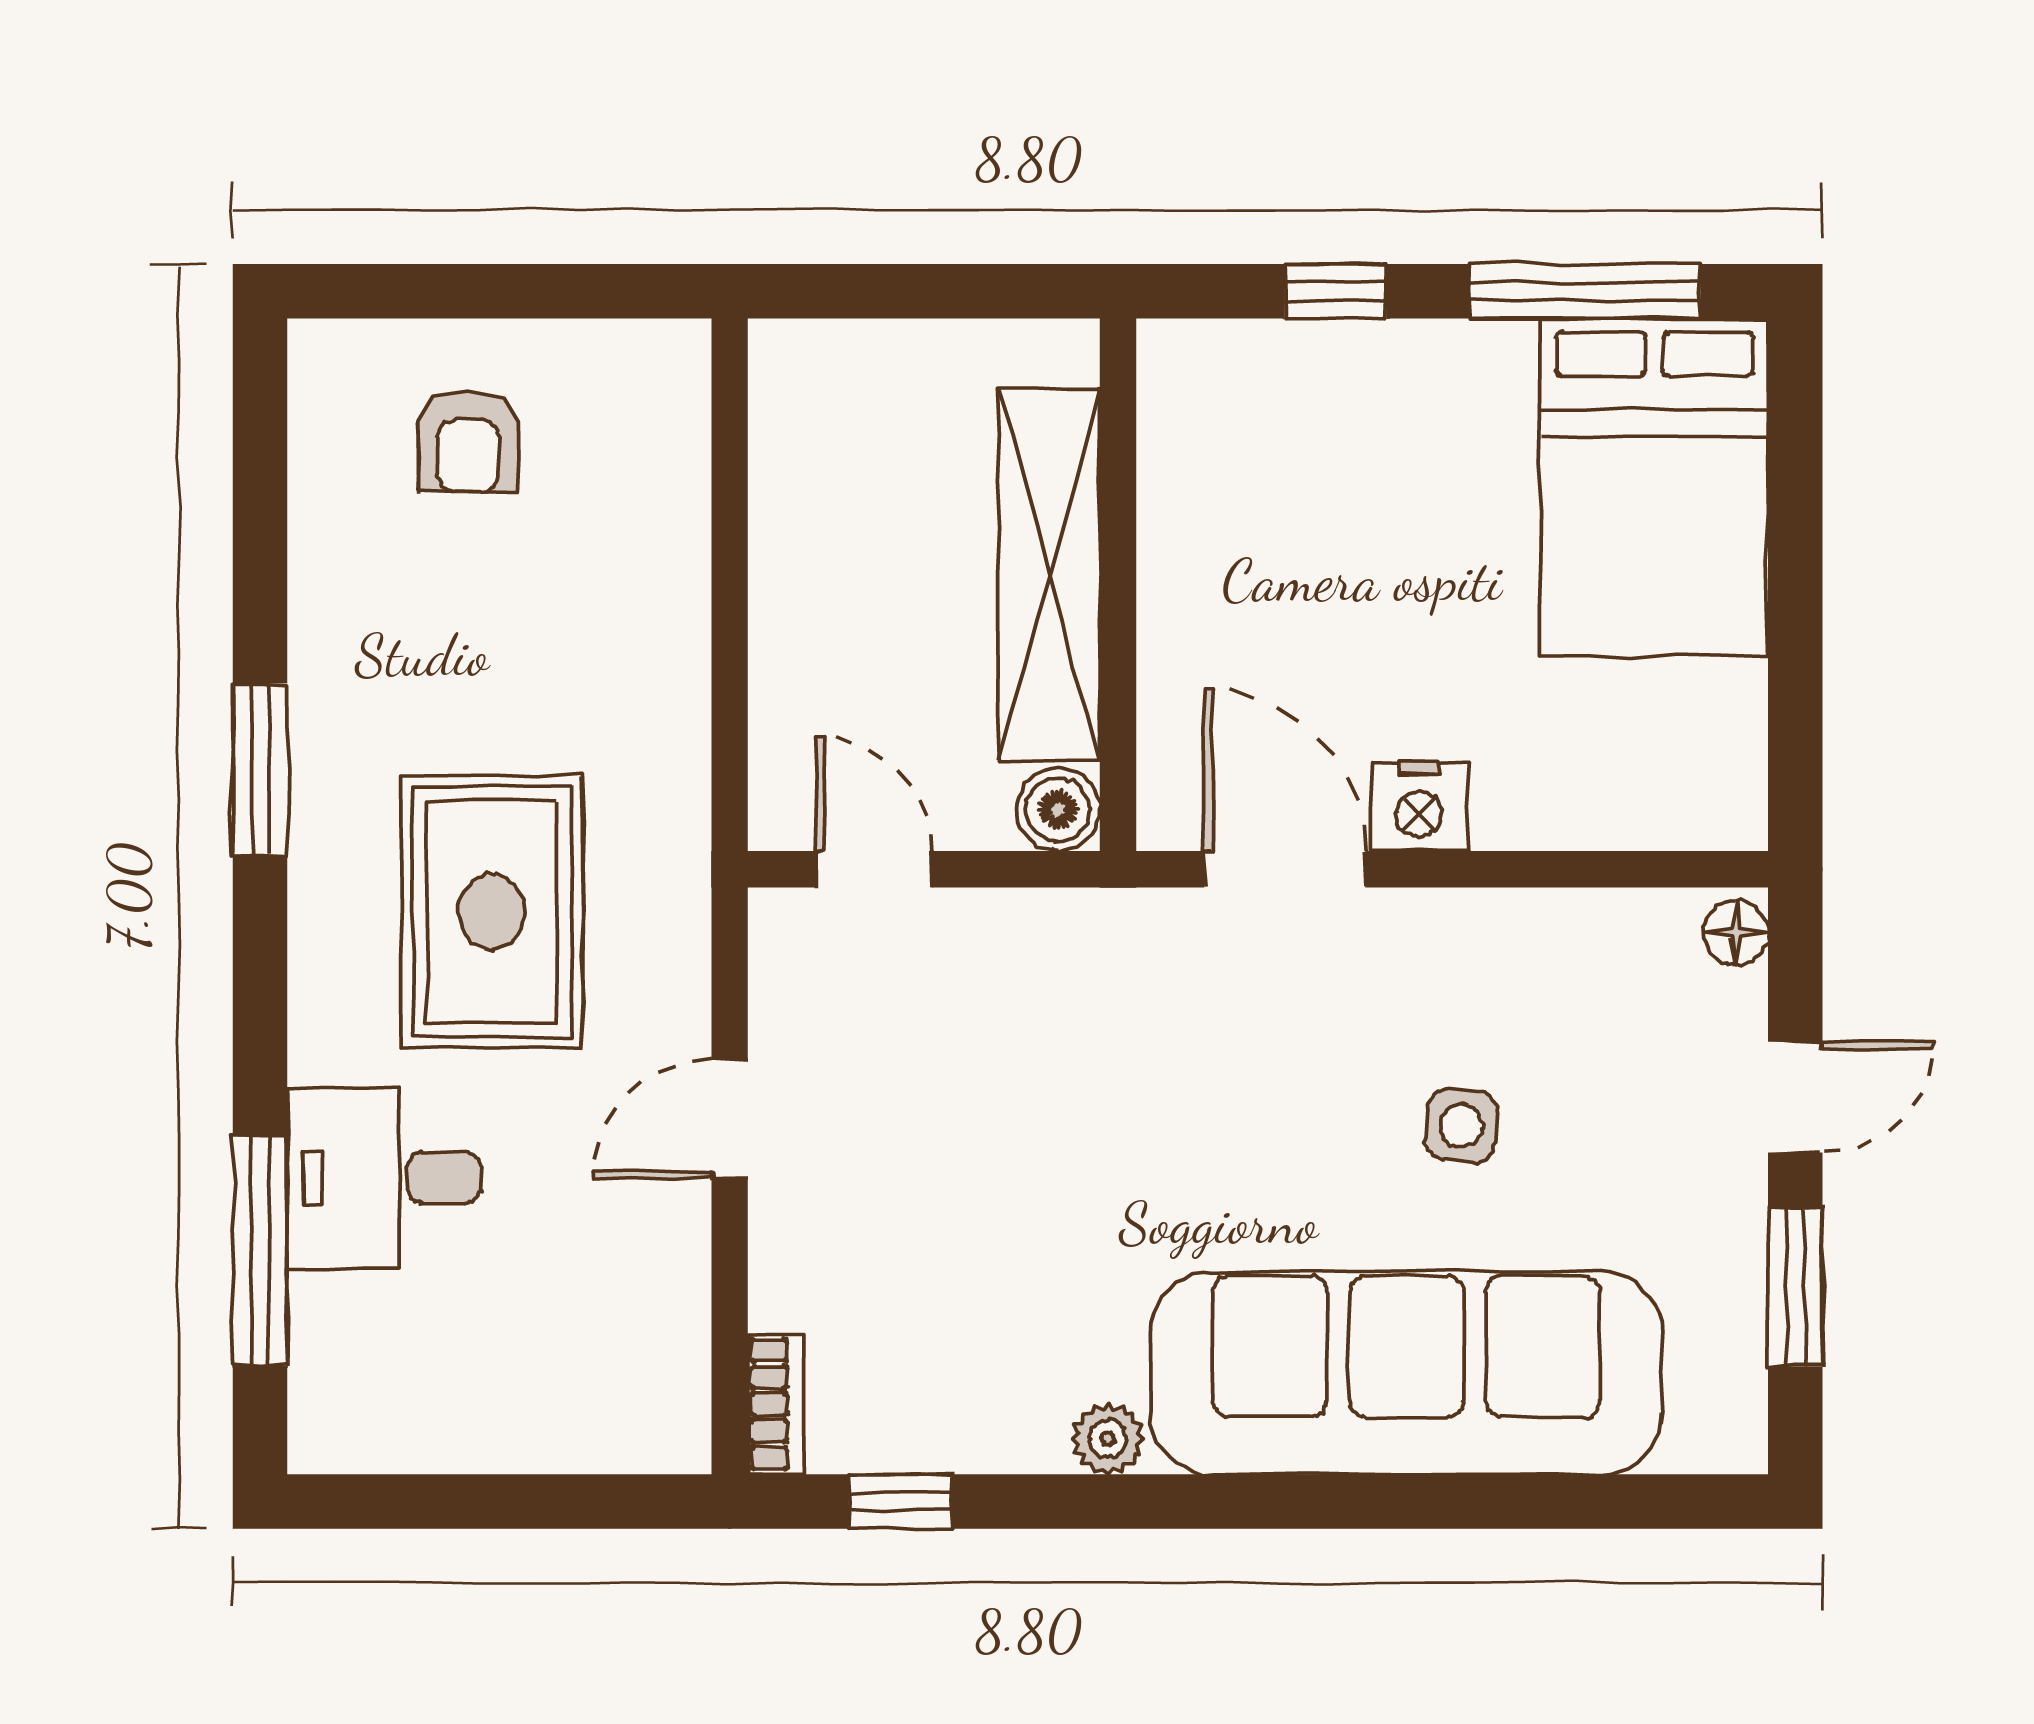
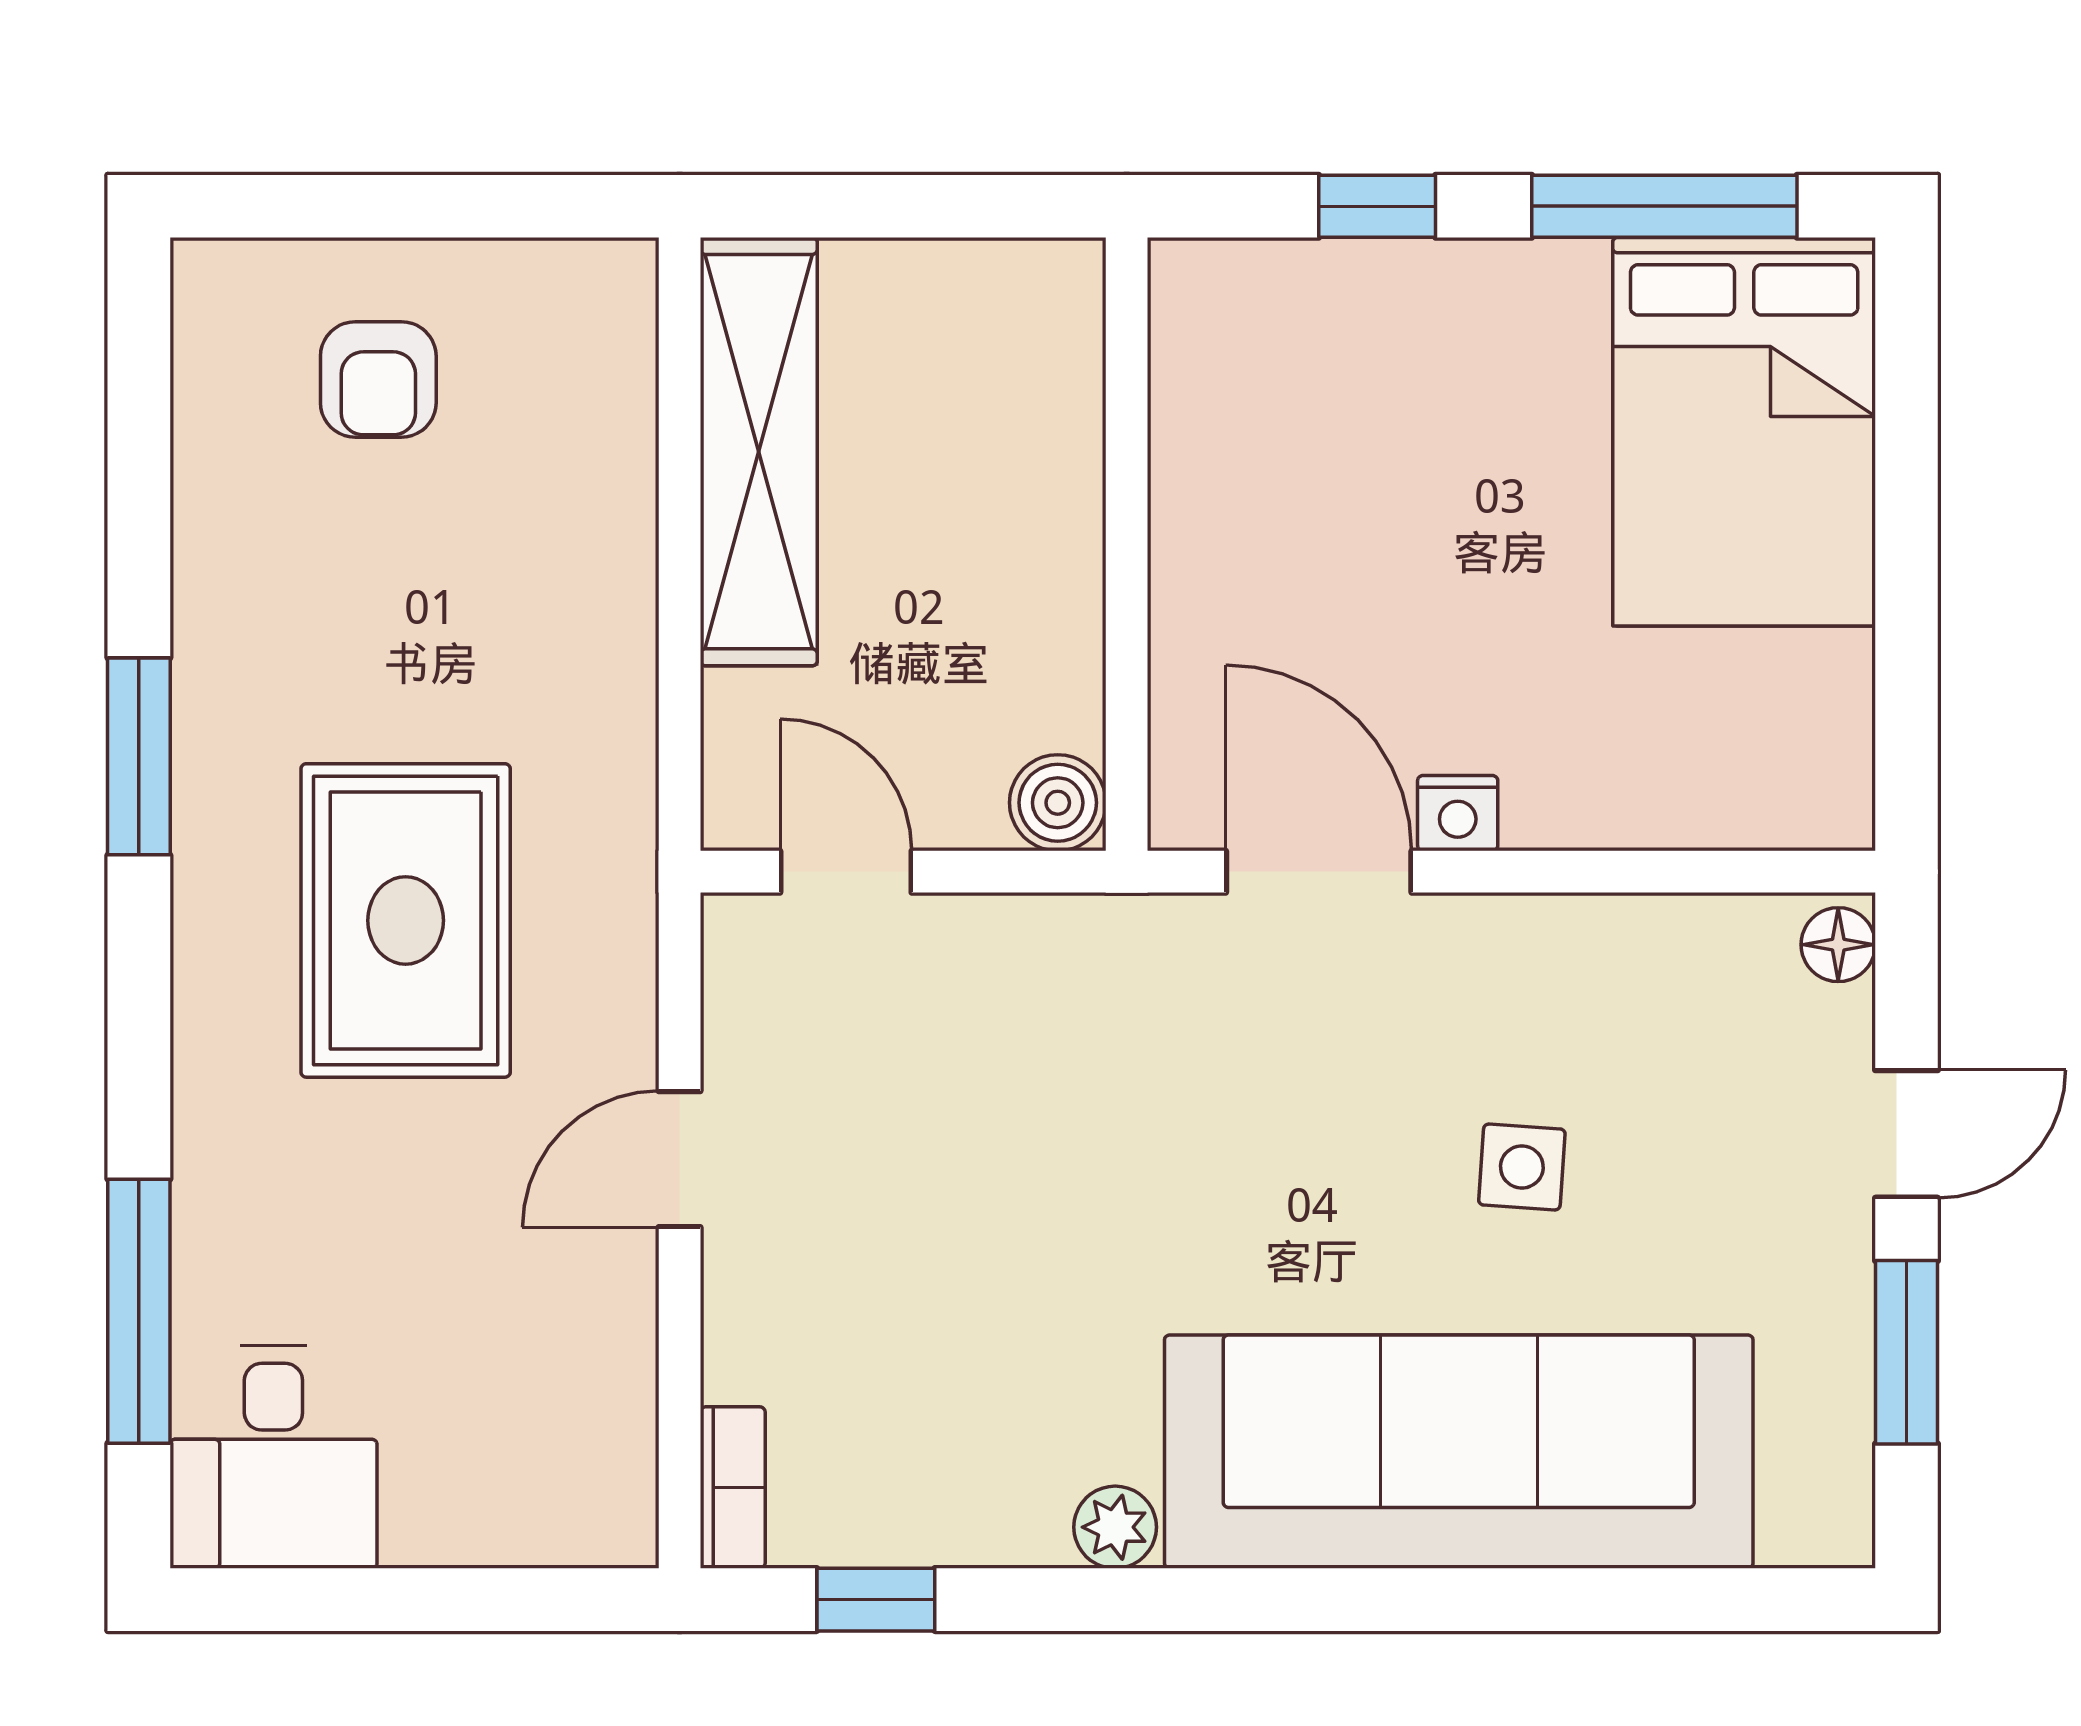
shelving: (1049, 574) -> (759, 452), moved
nightstand: (1419, 807) -> (1458, 813), width x0.72, depth x0.74
desk: (384, 1178) -> (273, 1457), moved, turned -90

